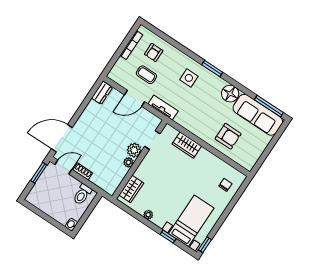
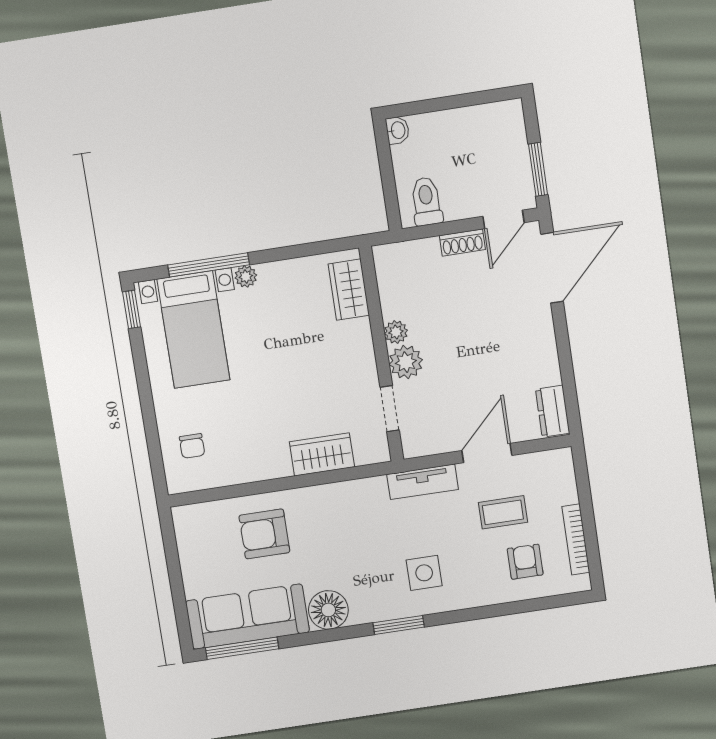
plant: (148, 215) -> (246, 276), moved
window: (168, 237) -> (209, 265), width x2.17

